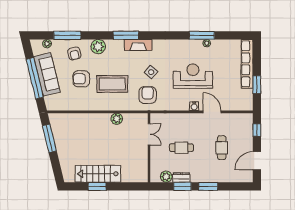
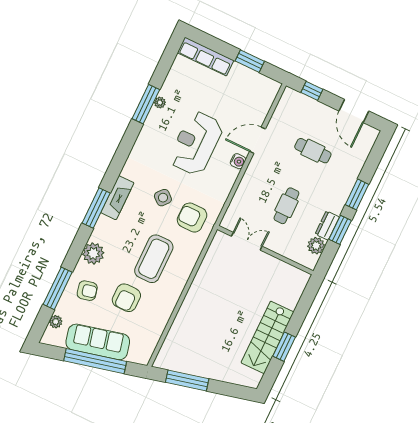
row of seats: (247, 64) -> (206, 57), width x0.73
plant: (117, 119) -> (204, 275), removed

